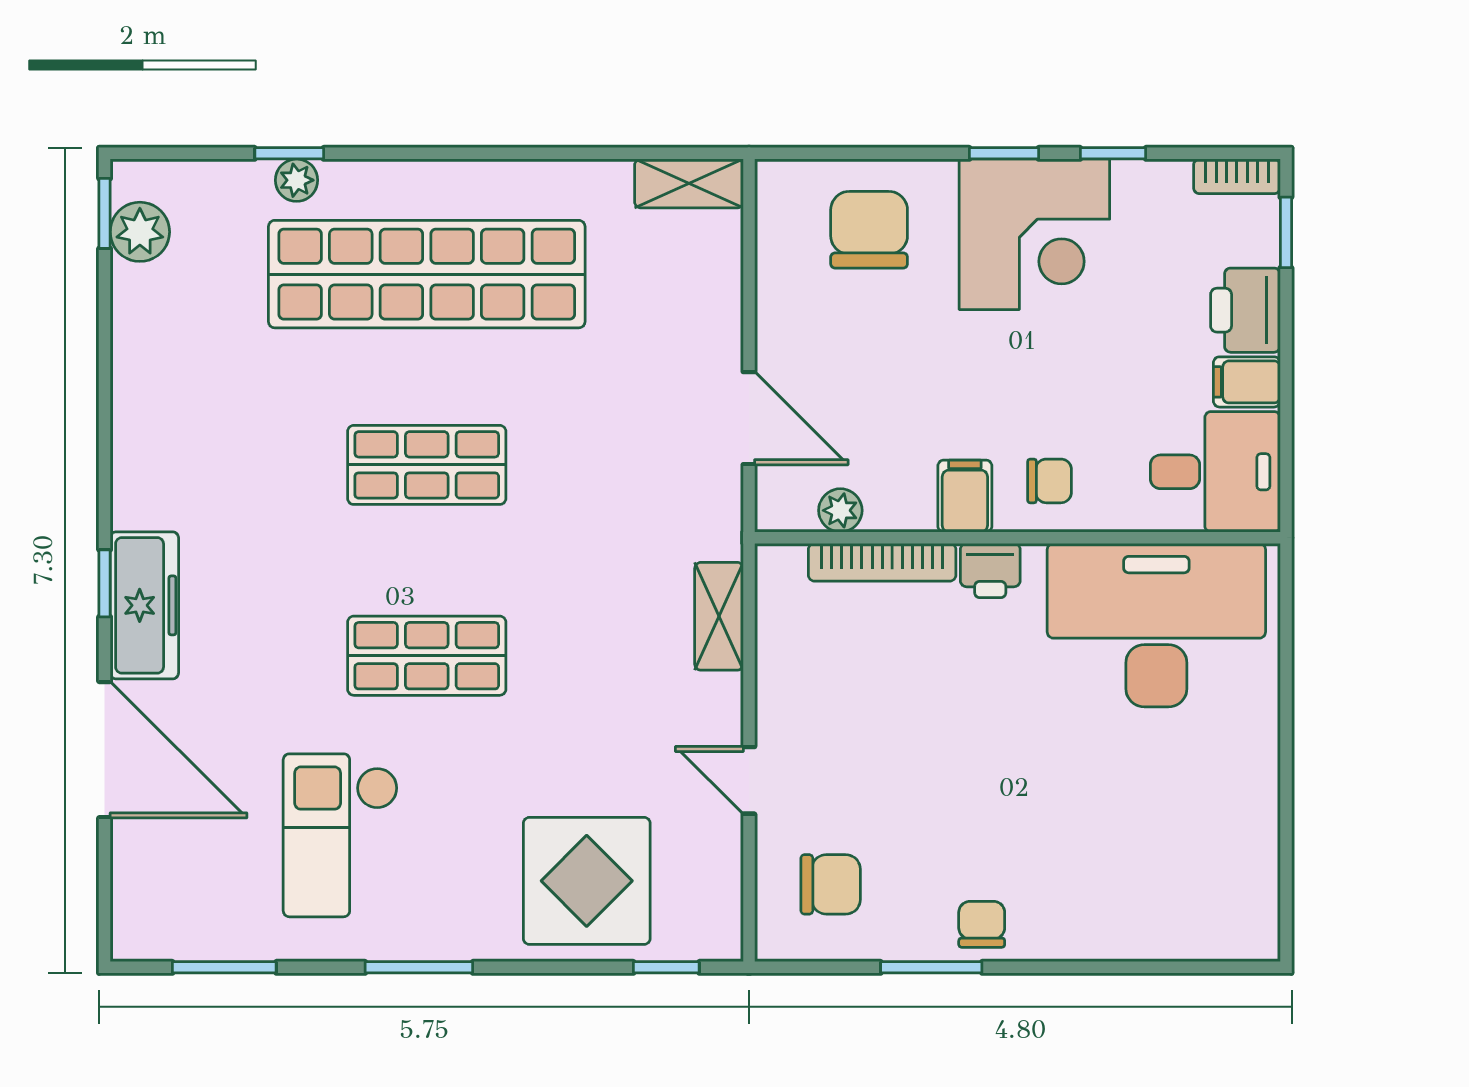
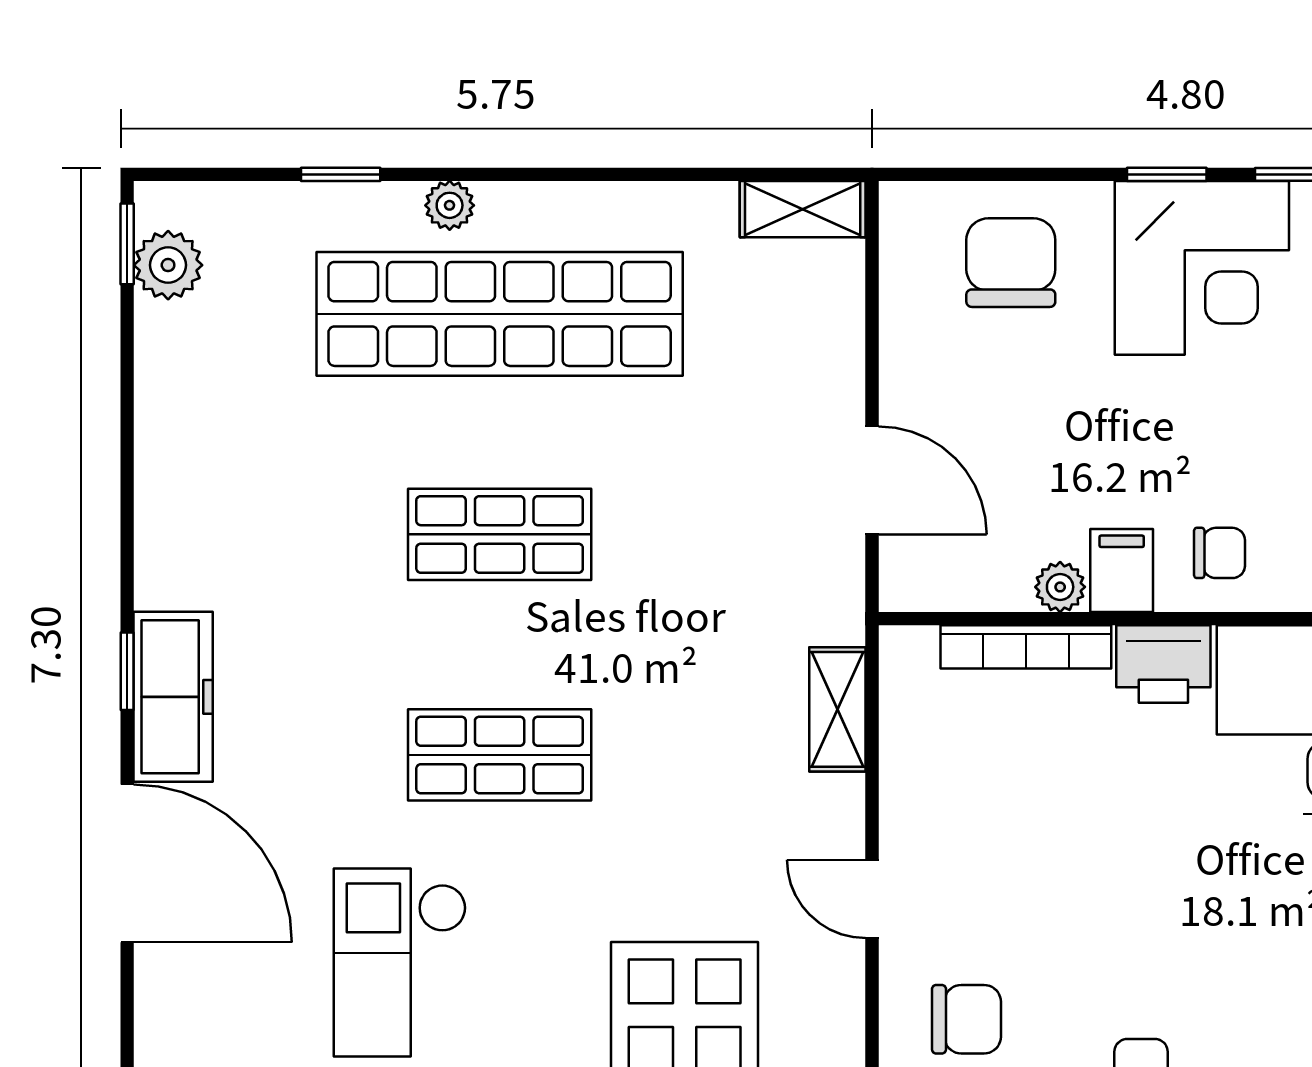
plant: (297, 180) -> (450, 205), moved
plant: (840, 510) -> (1060, 587), moved
printer: (990, 571) -> (1163, 664), width x1.36, depth x1.24

